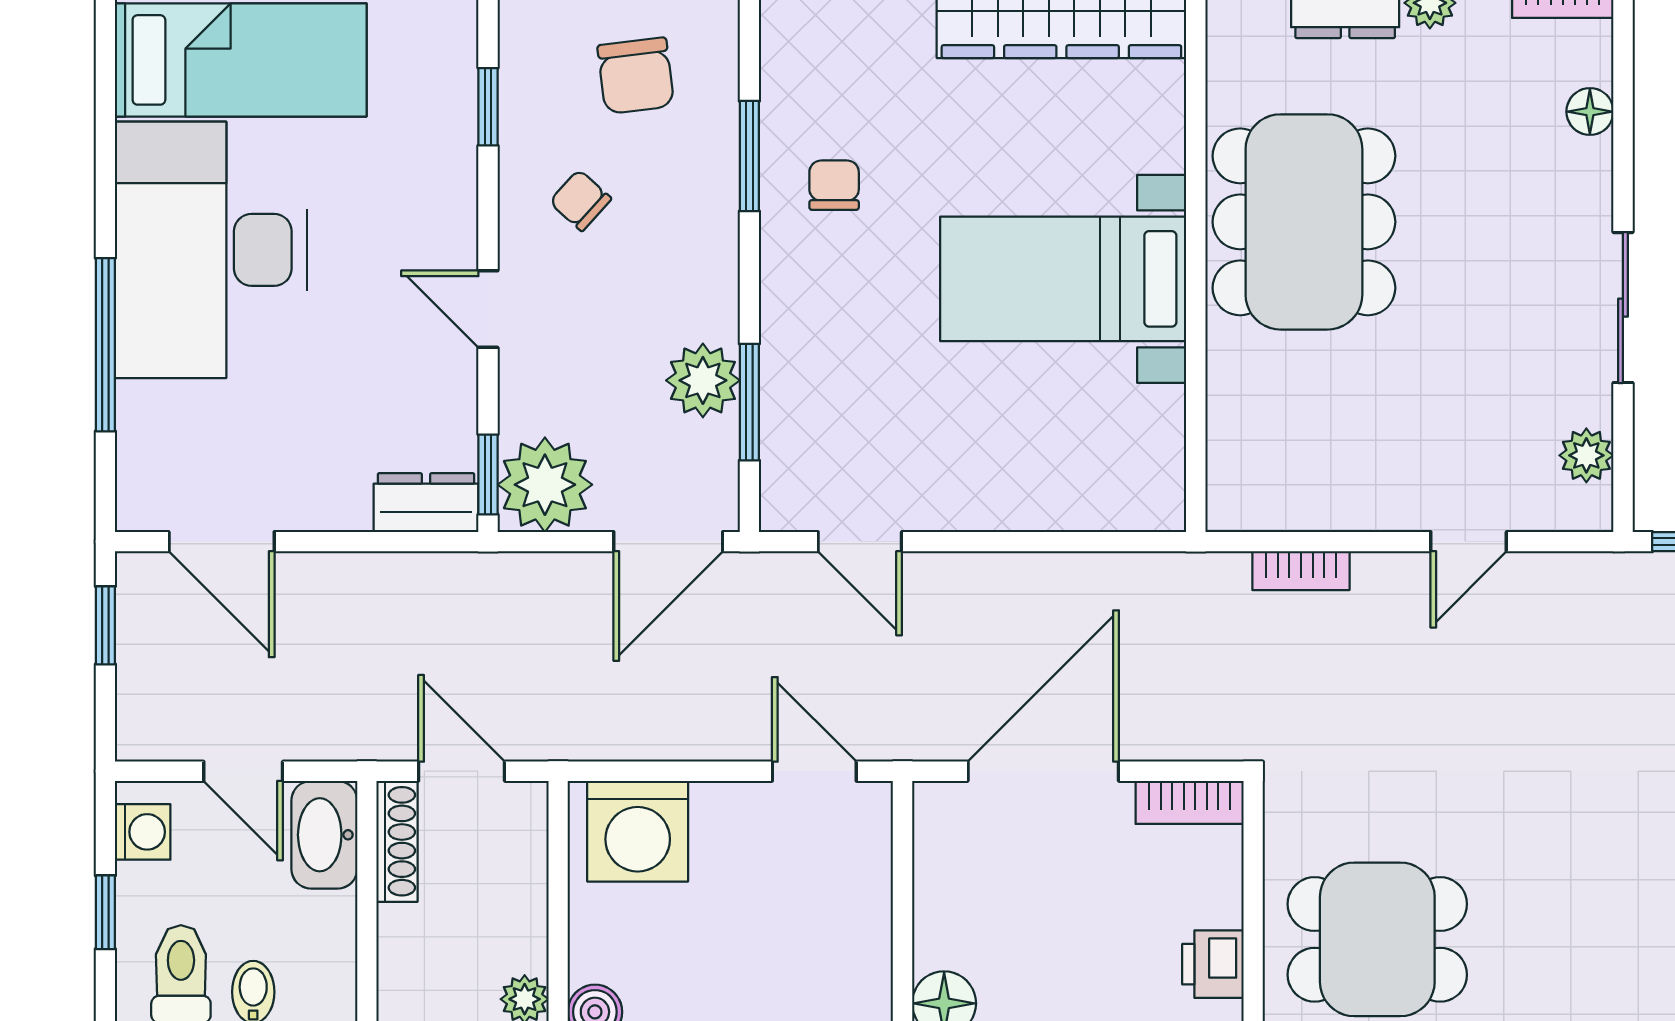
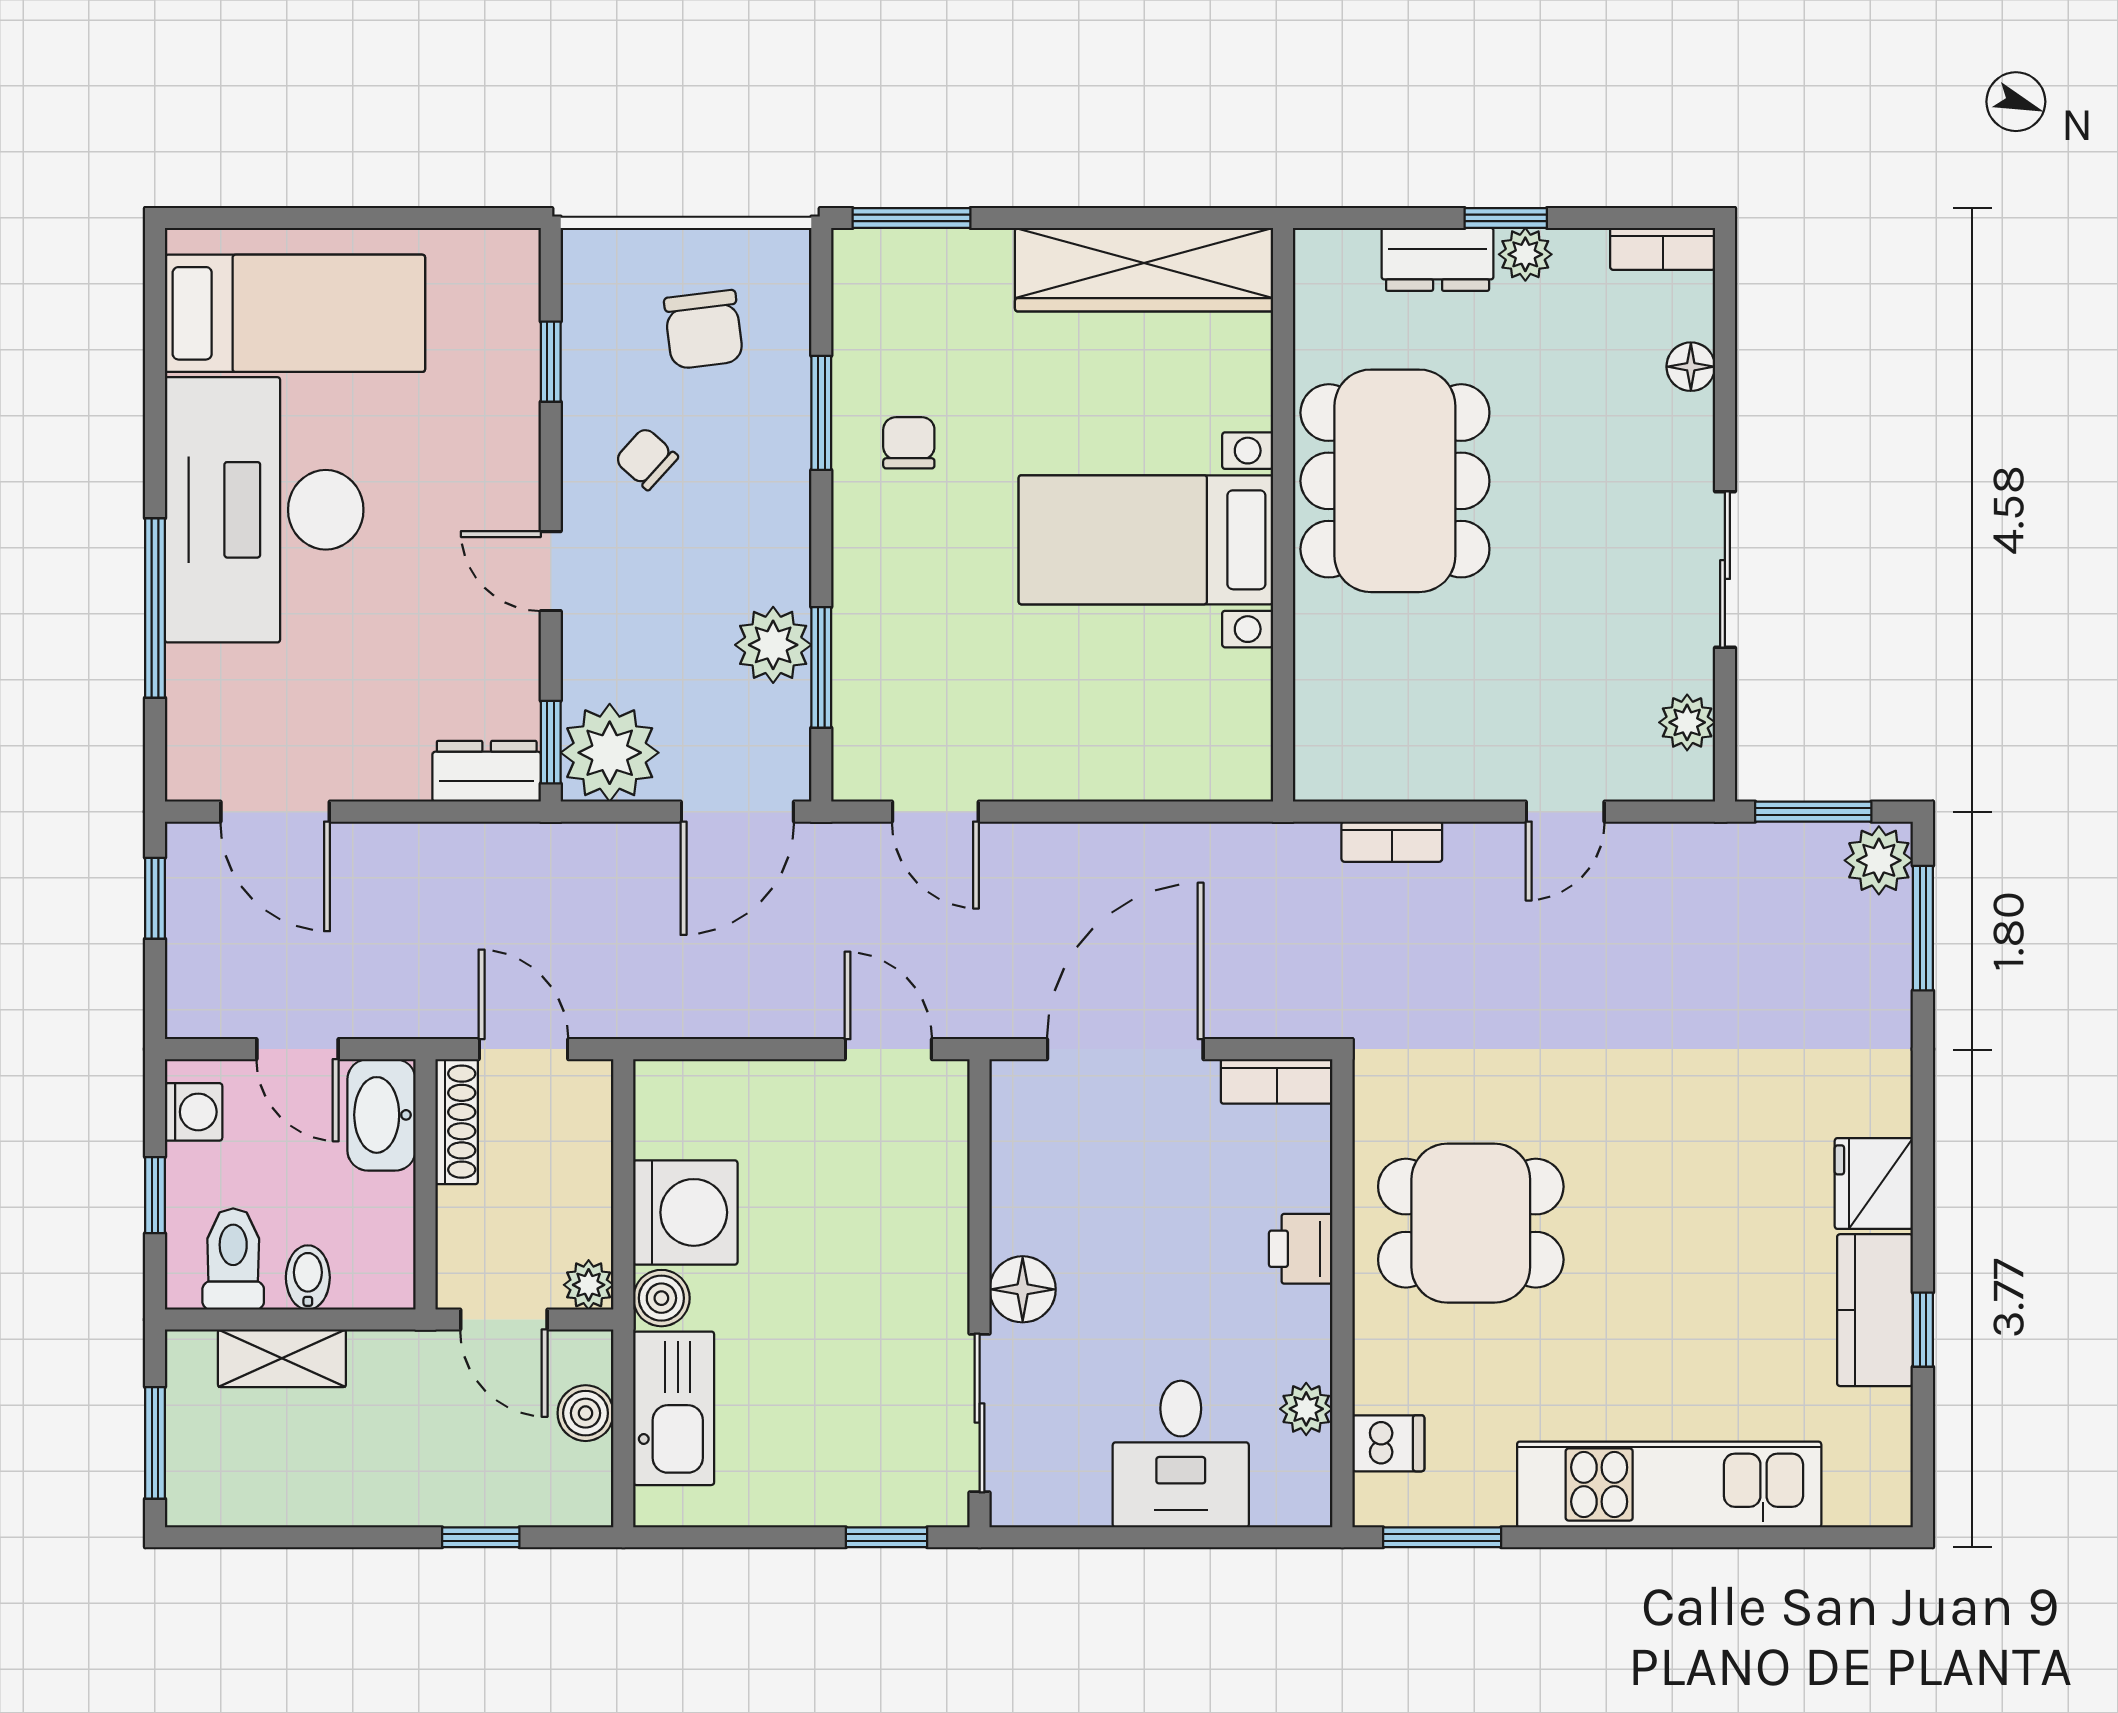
washing machine: (638, 831) -> (685, 1212), moved, turned -90

